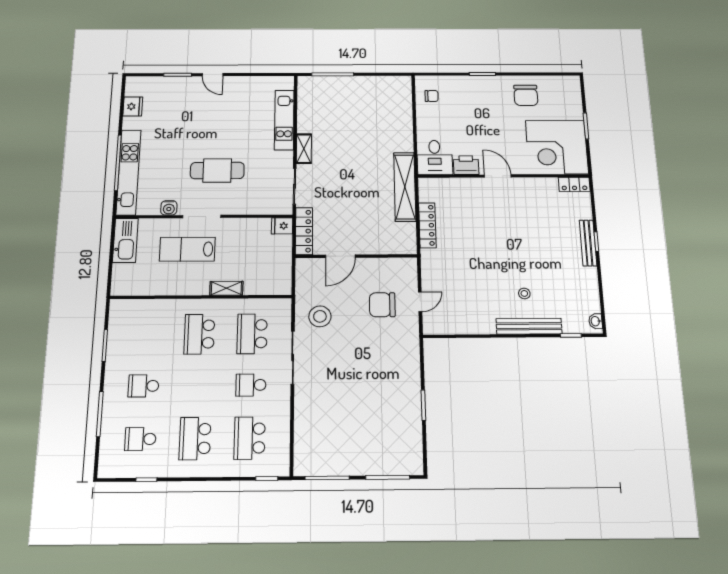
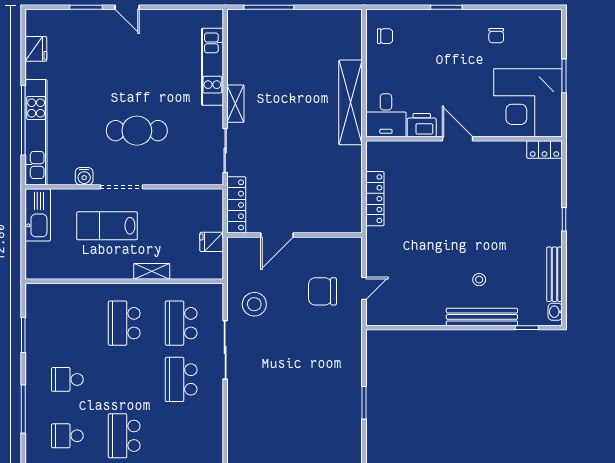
chair: (526, 95) -> (496, 36), width x0.54, depth x0.54
shelving: (405, 187) -> (351, 102), moved
fridge: (282, 226) -> (212, 242), moved
bench: (588, 243) -> (554, 274), moved
school desk: (251, 385) -> (181, 379), width x1.85
school desk: (250, 438) -> (181, 436), removed

